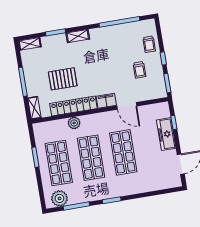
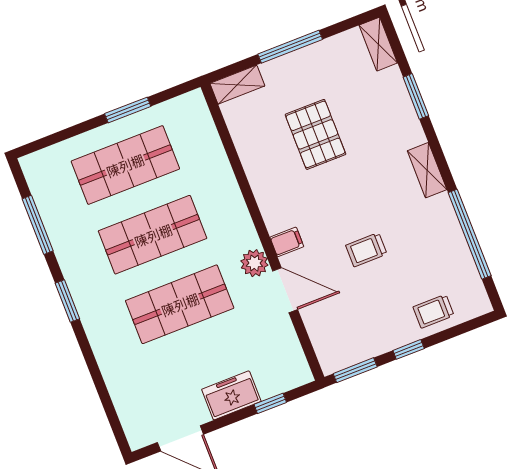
shelving: (78, 36) -> (427, 170), moved
trolley: (139, 70) -> (366, 250), moved
filing cabinet: (106, 101) -> (287, 242), width x0.50
locker: (73, 106) -> (260, 171), removed
door: (127, 106) -> (285, 290), swing flipped
plant: (74, 123) -> (254, 263), moved
freezer: (166, 134) -> (231, 395), width x0.71
plant: (59, 198) -> (47, 183), removed

